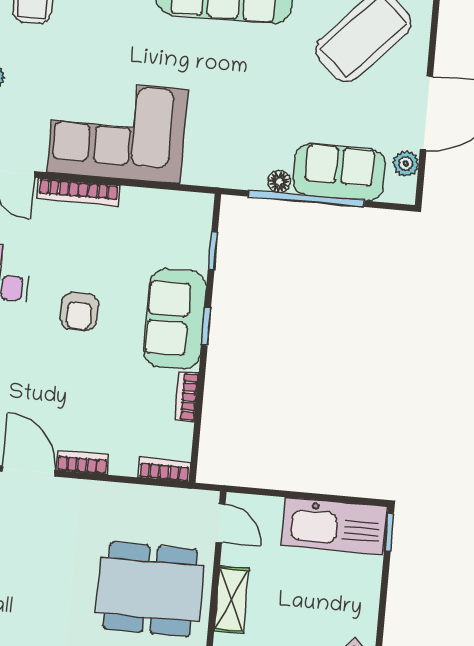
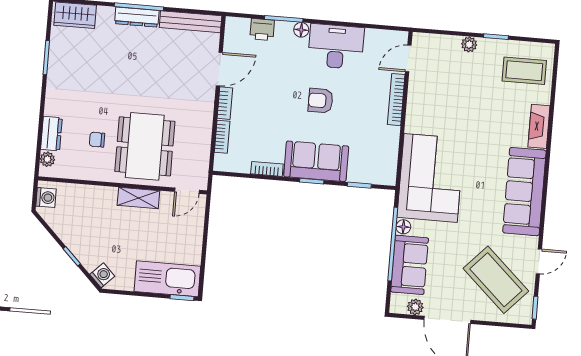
corner sofa: (118, 131) -> (431, 178), moved
bookcase: (164, 470) -> (222, 137), moved
kitchen sink: (334, 526) -> (167, 279), moved, turned 90

